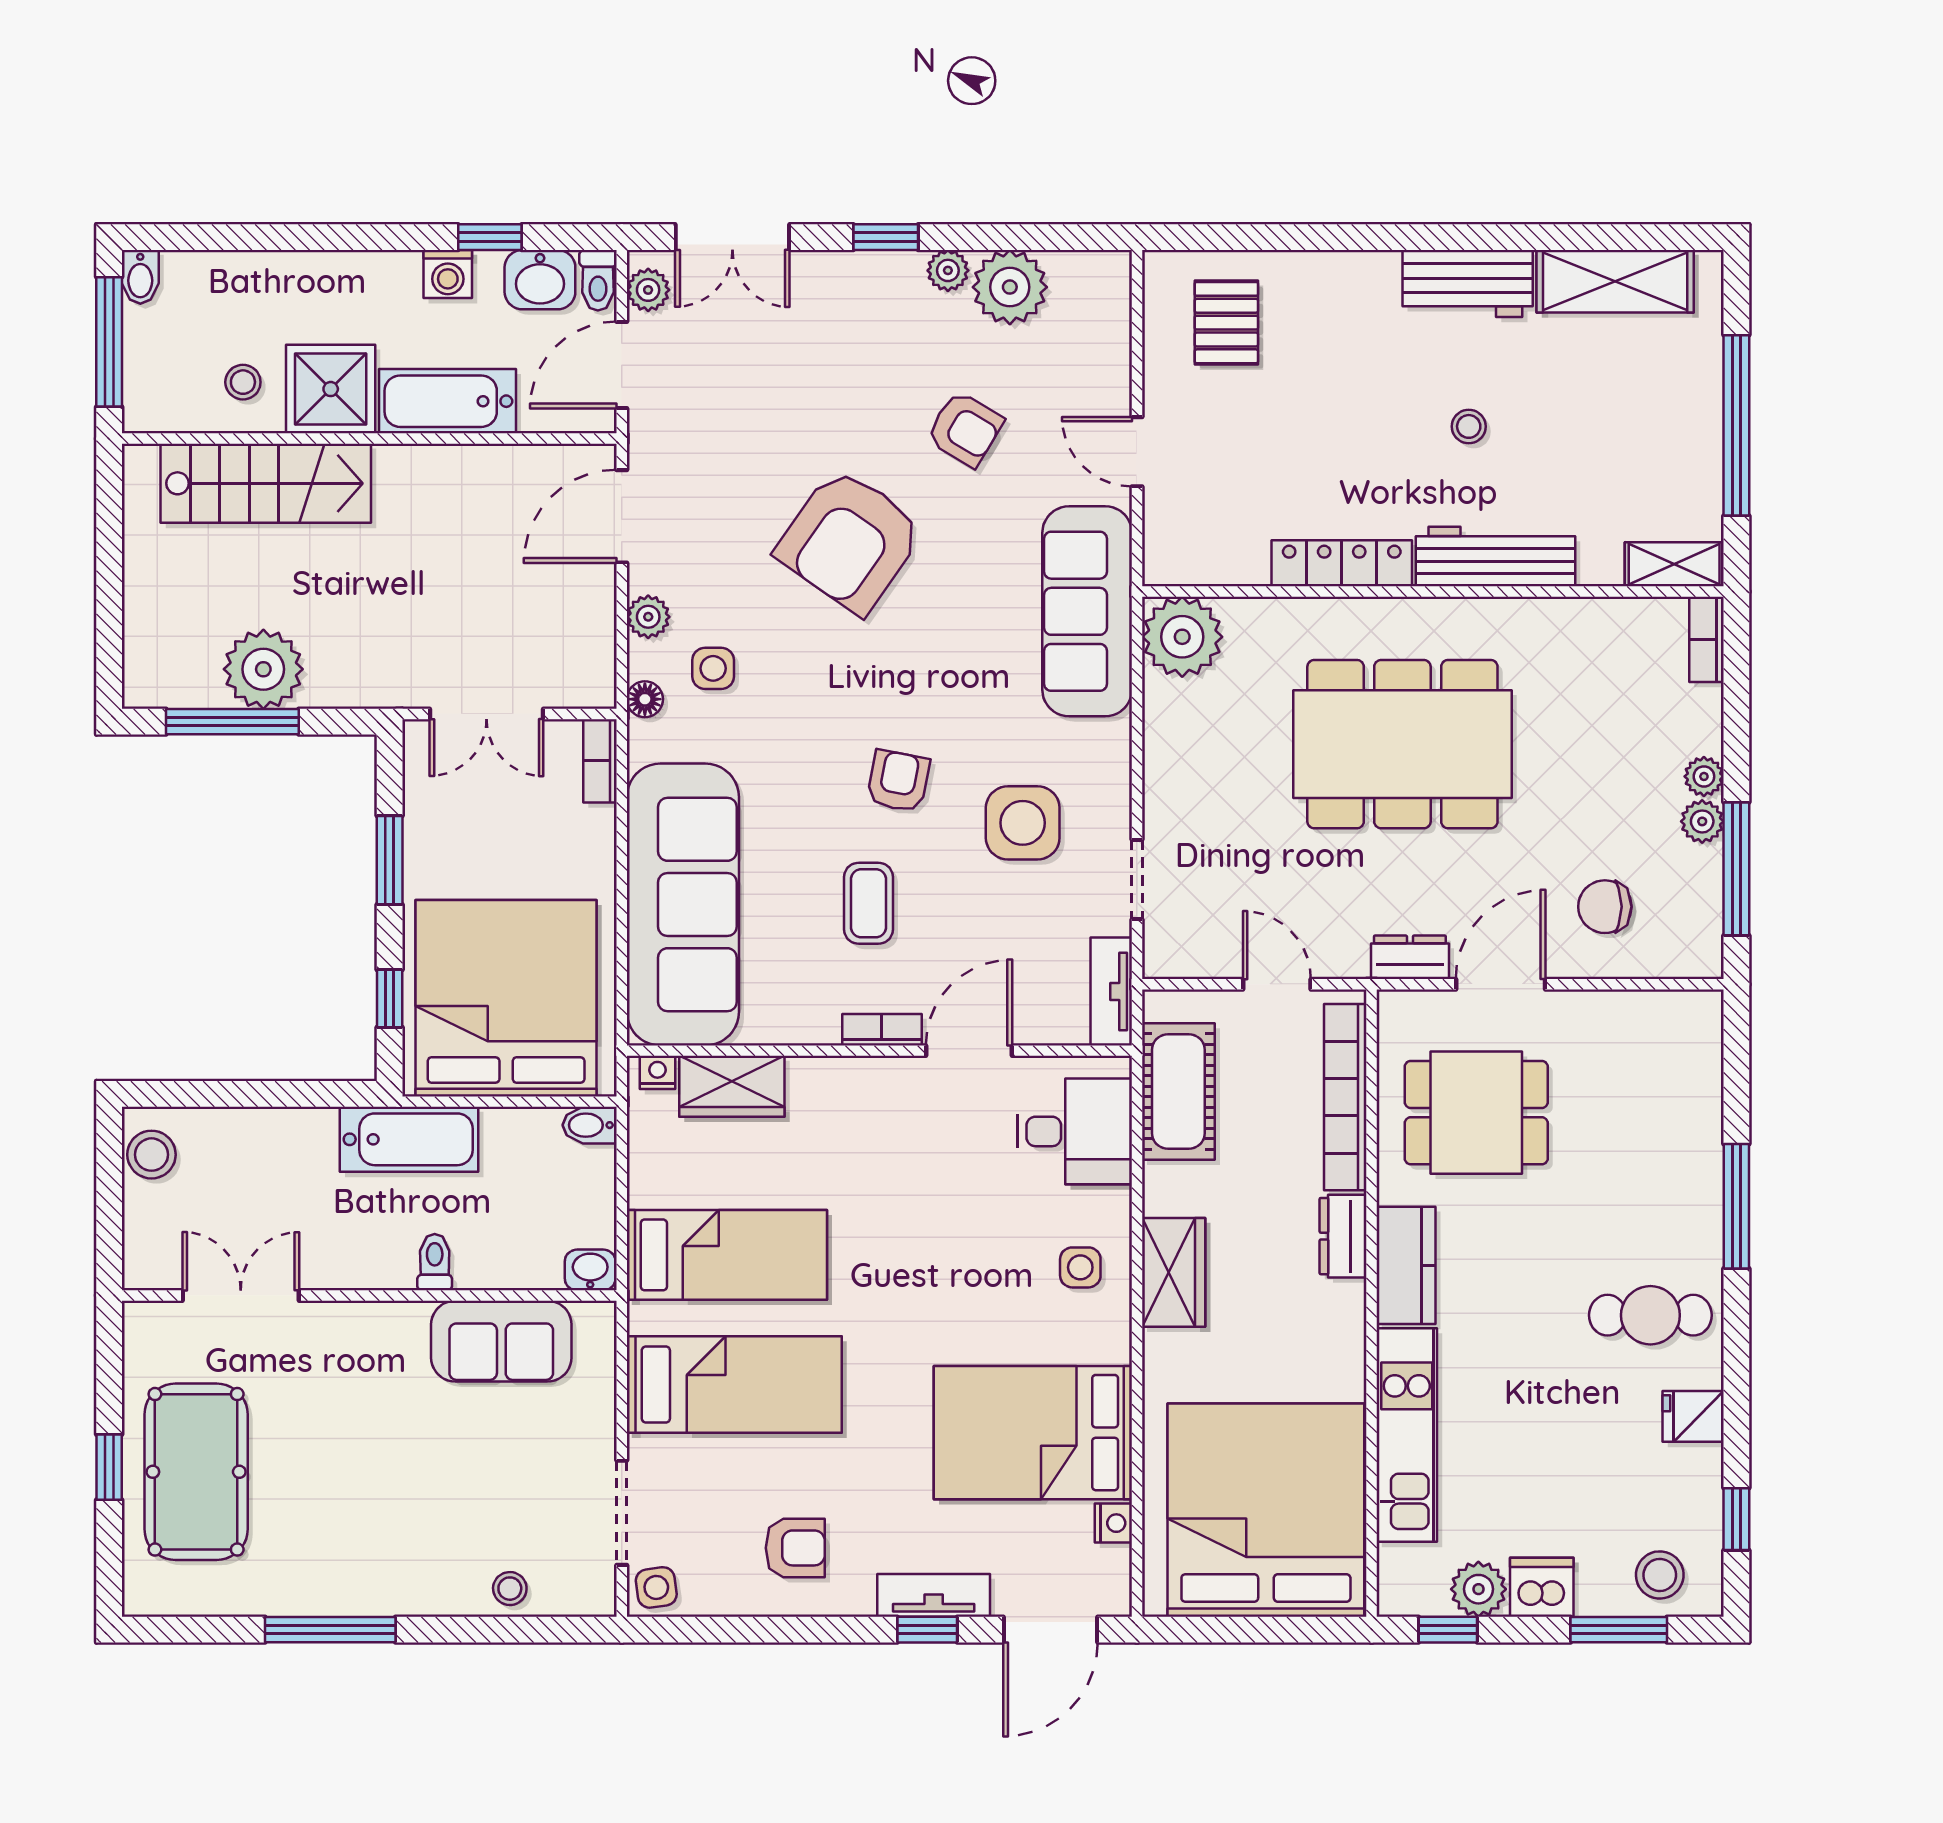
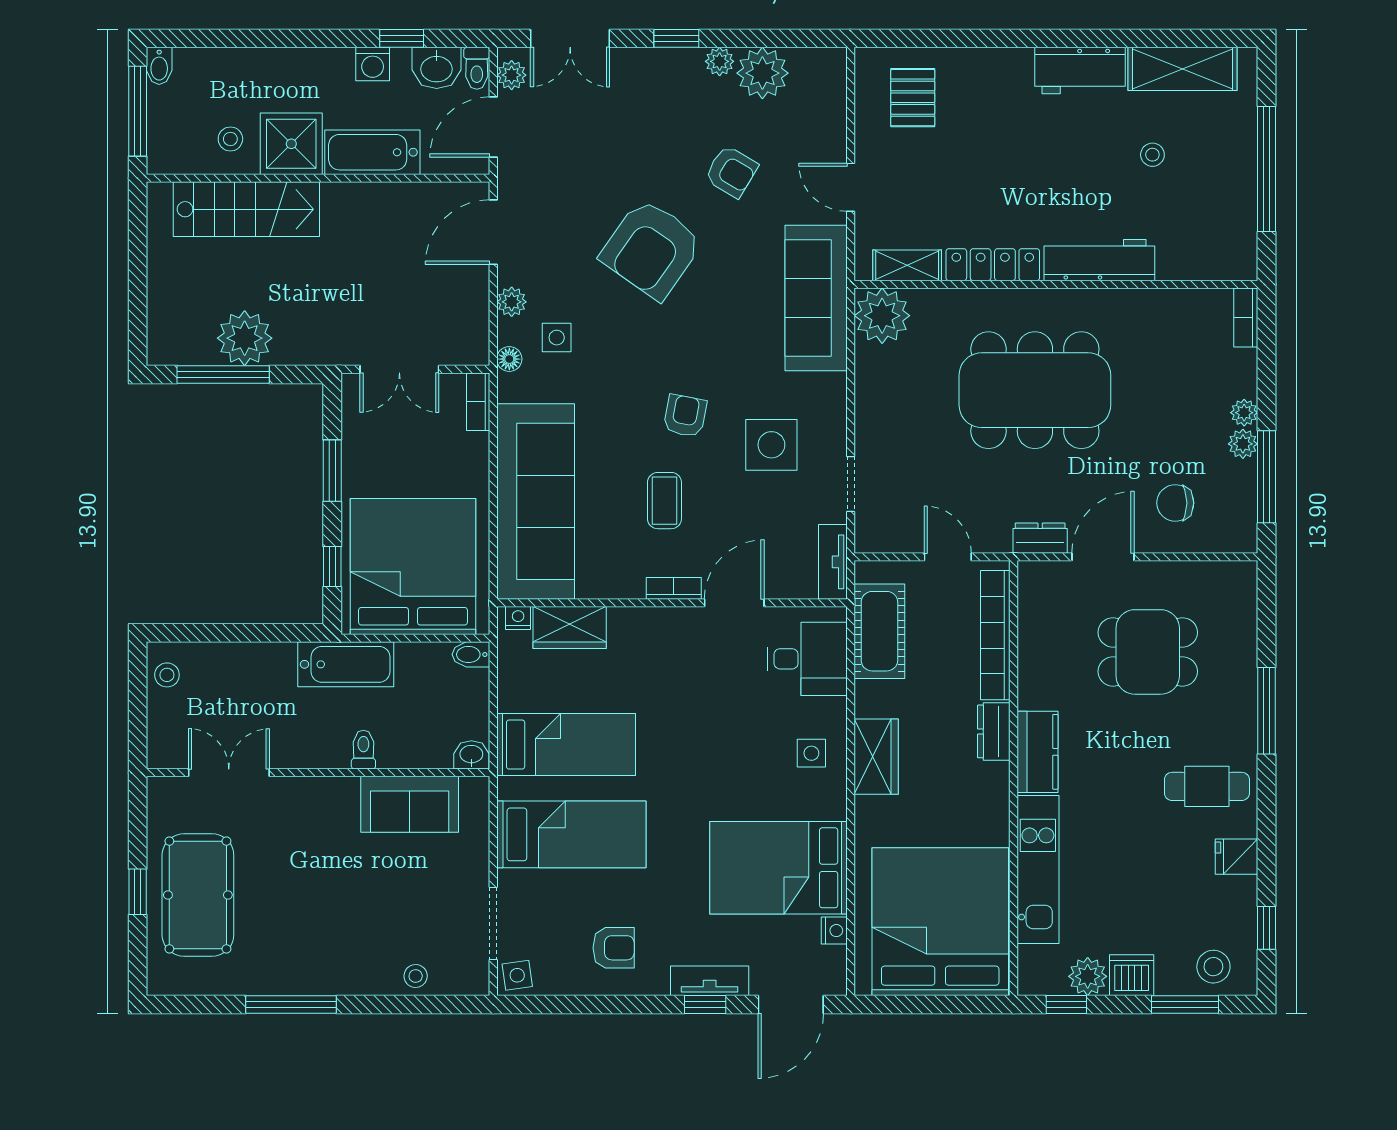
stool: (1469, 426) -> (1152, 155), moved
shelving: (1674, 564) -> (907, 265), moved
dining table: (1476, 1113) -> (1148, 652), moved
stool: (151, 1155) -> (167, 675), width x0.73, depth x0.73

